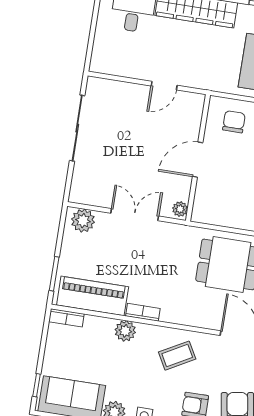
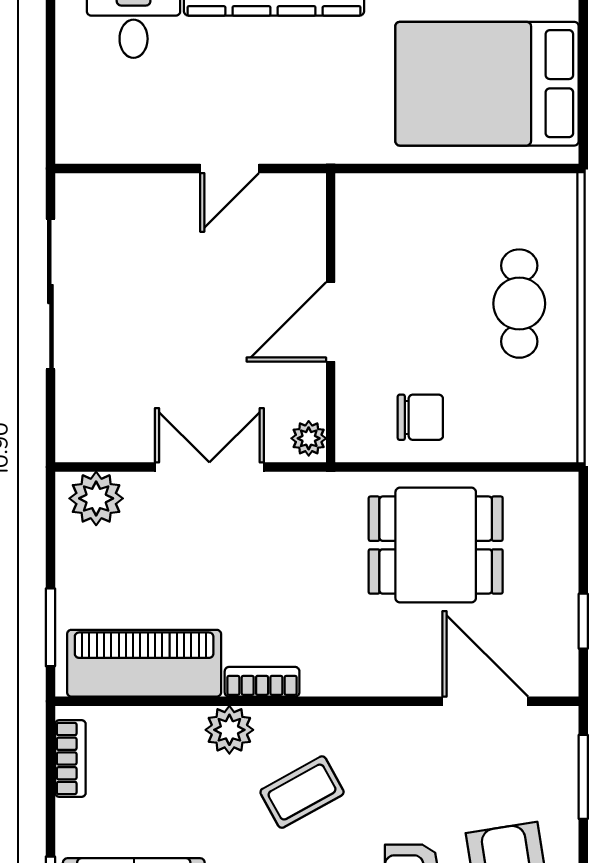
chair: (234, 122) -> (420, 417), moved, turned 90
bookcase: (66, 318) -> (70, 759), moved, turned -90
coffee table: (177, 356) -> (302, 792), moved

